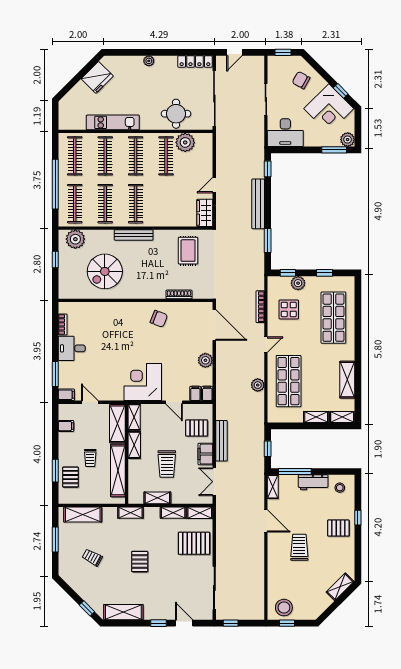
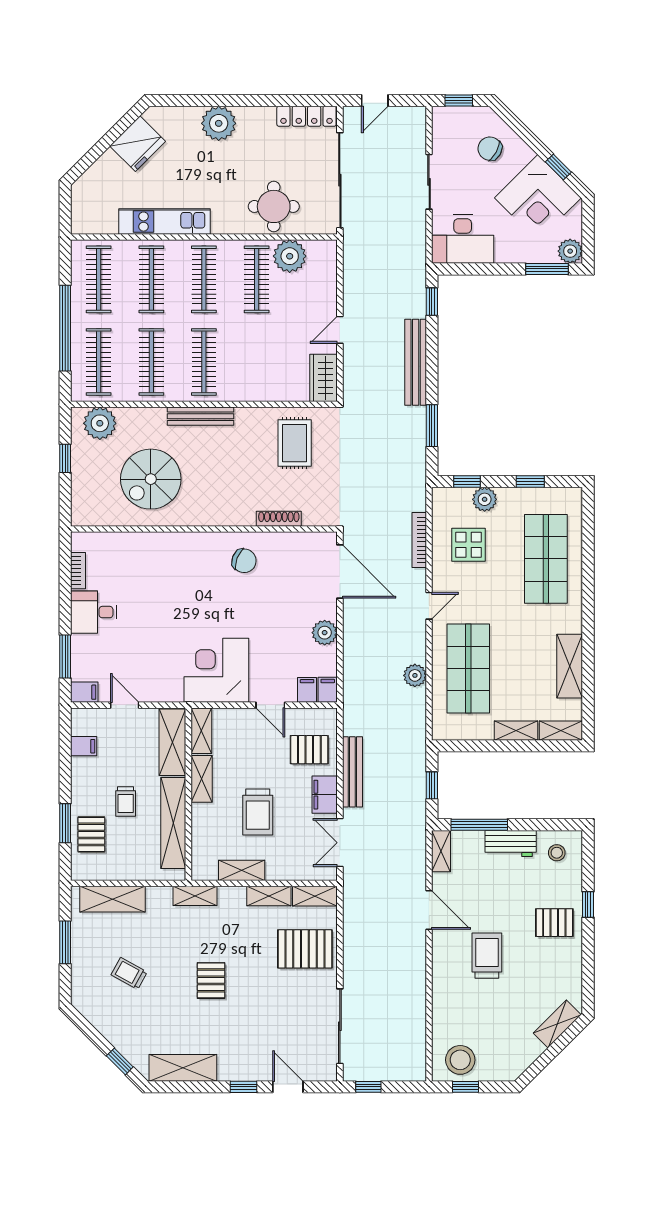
plant: (149, 61) -> (219, 123), width x1.87, depth x1.87

